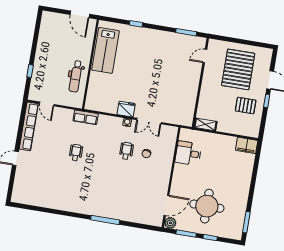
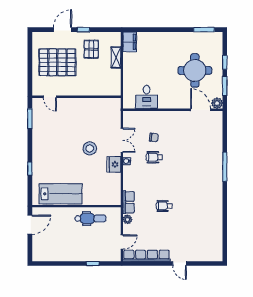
stool: (146, 87) -> (90, 148), added
plant: (69, 113) -> (128, 219), added
shelving: (205, 124) -> (116, 57), moved

